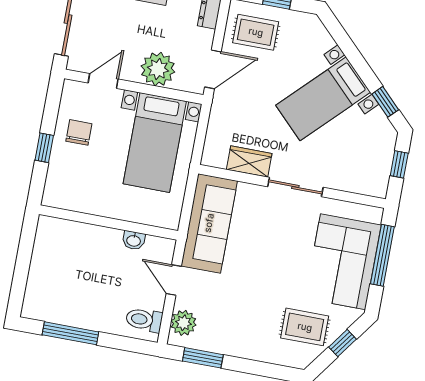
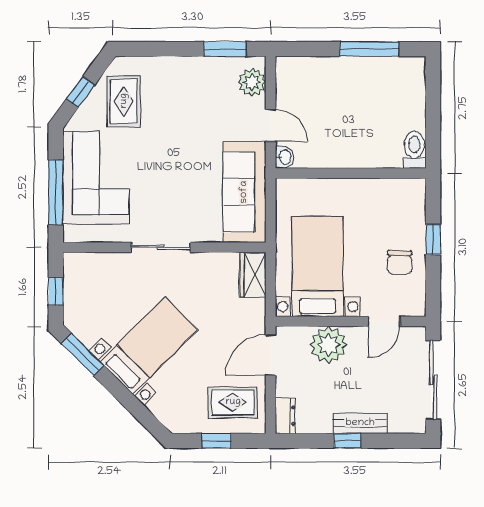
window: (385, 102) -> (83, 355), width x1.50
wardrobe: (249, 161) -> (253, 275), moved, turned 90
washbasin: (134, 240) -> (285, 157), moved, turned 90
toilet: (144, 320) -> (414, 150), moved, turned -90
rug: (305, 327) -> (124, 101), turned 90

